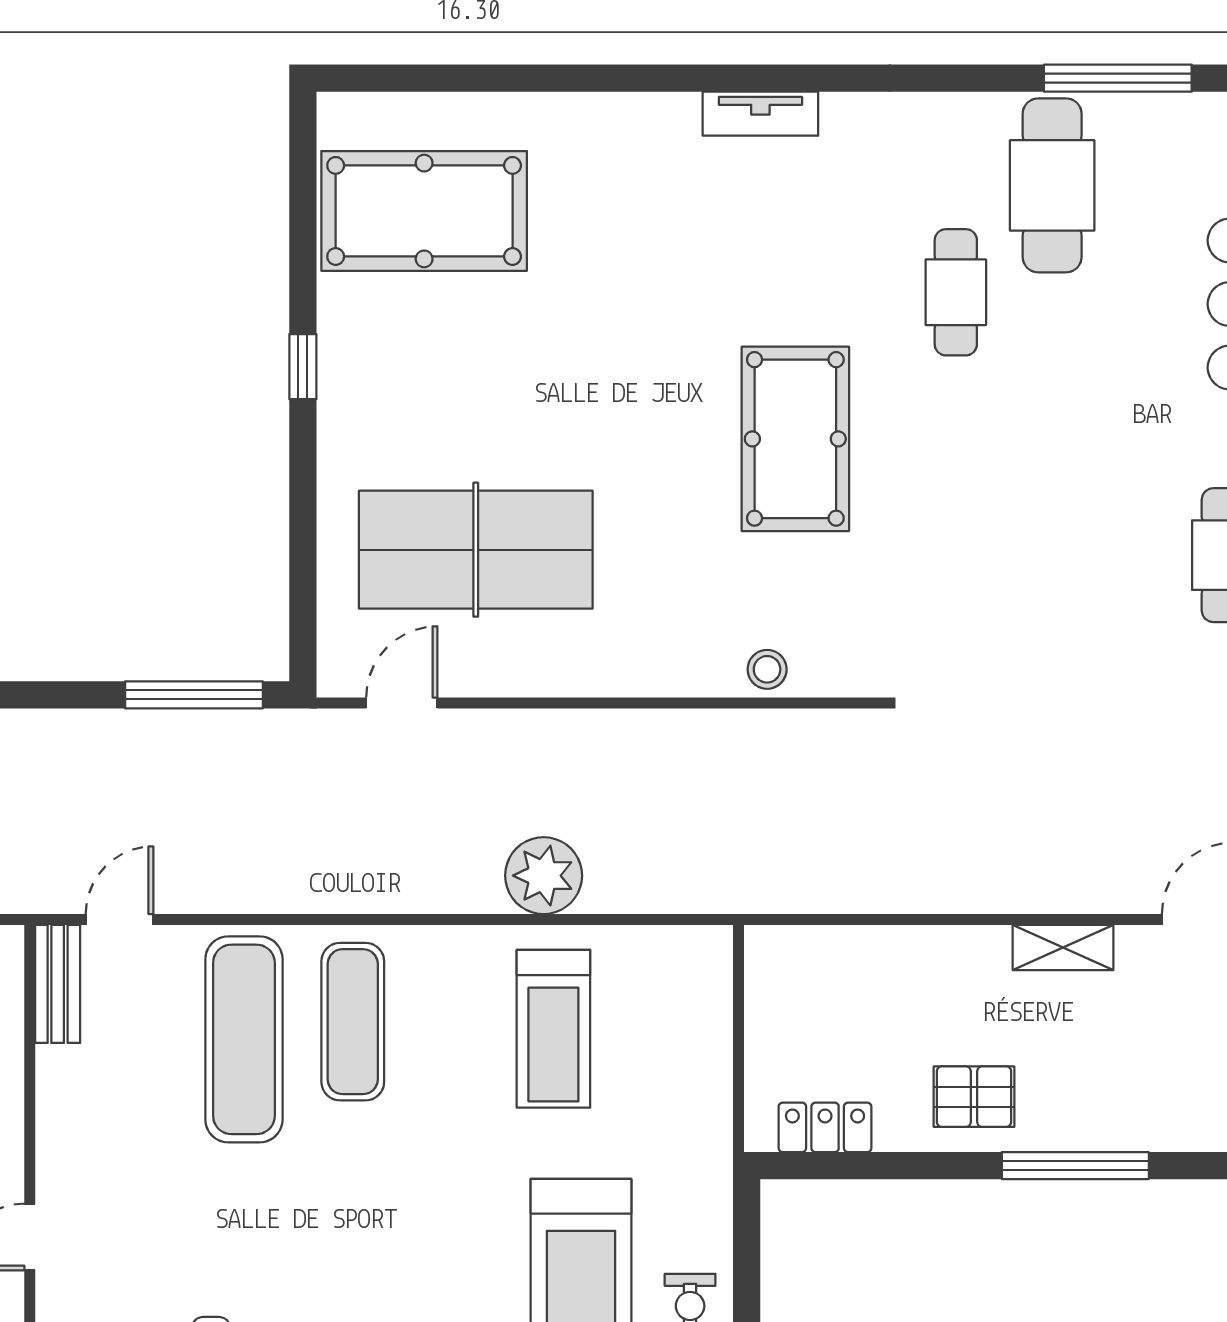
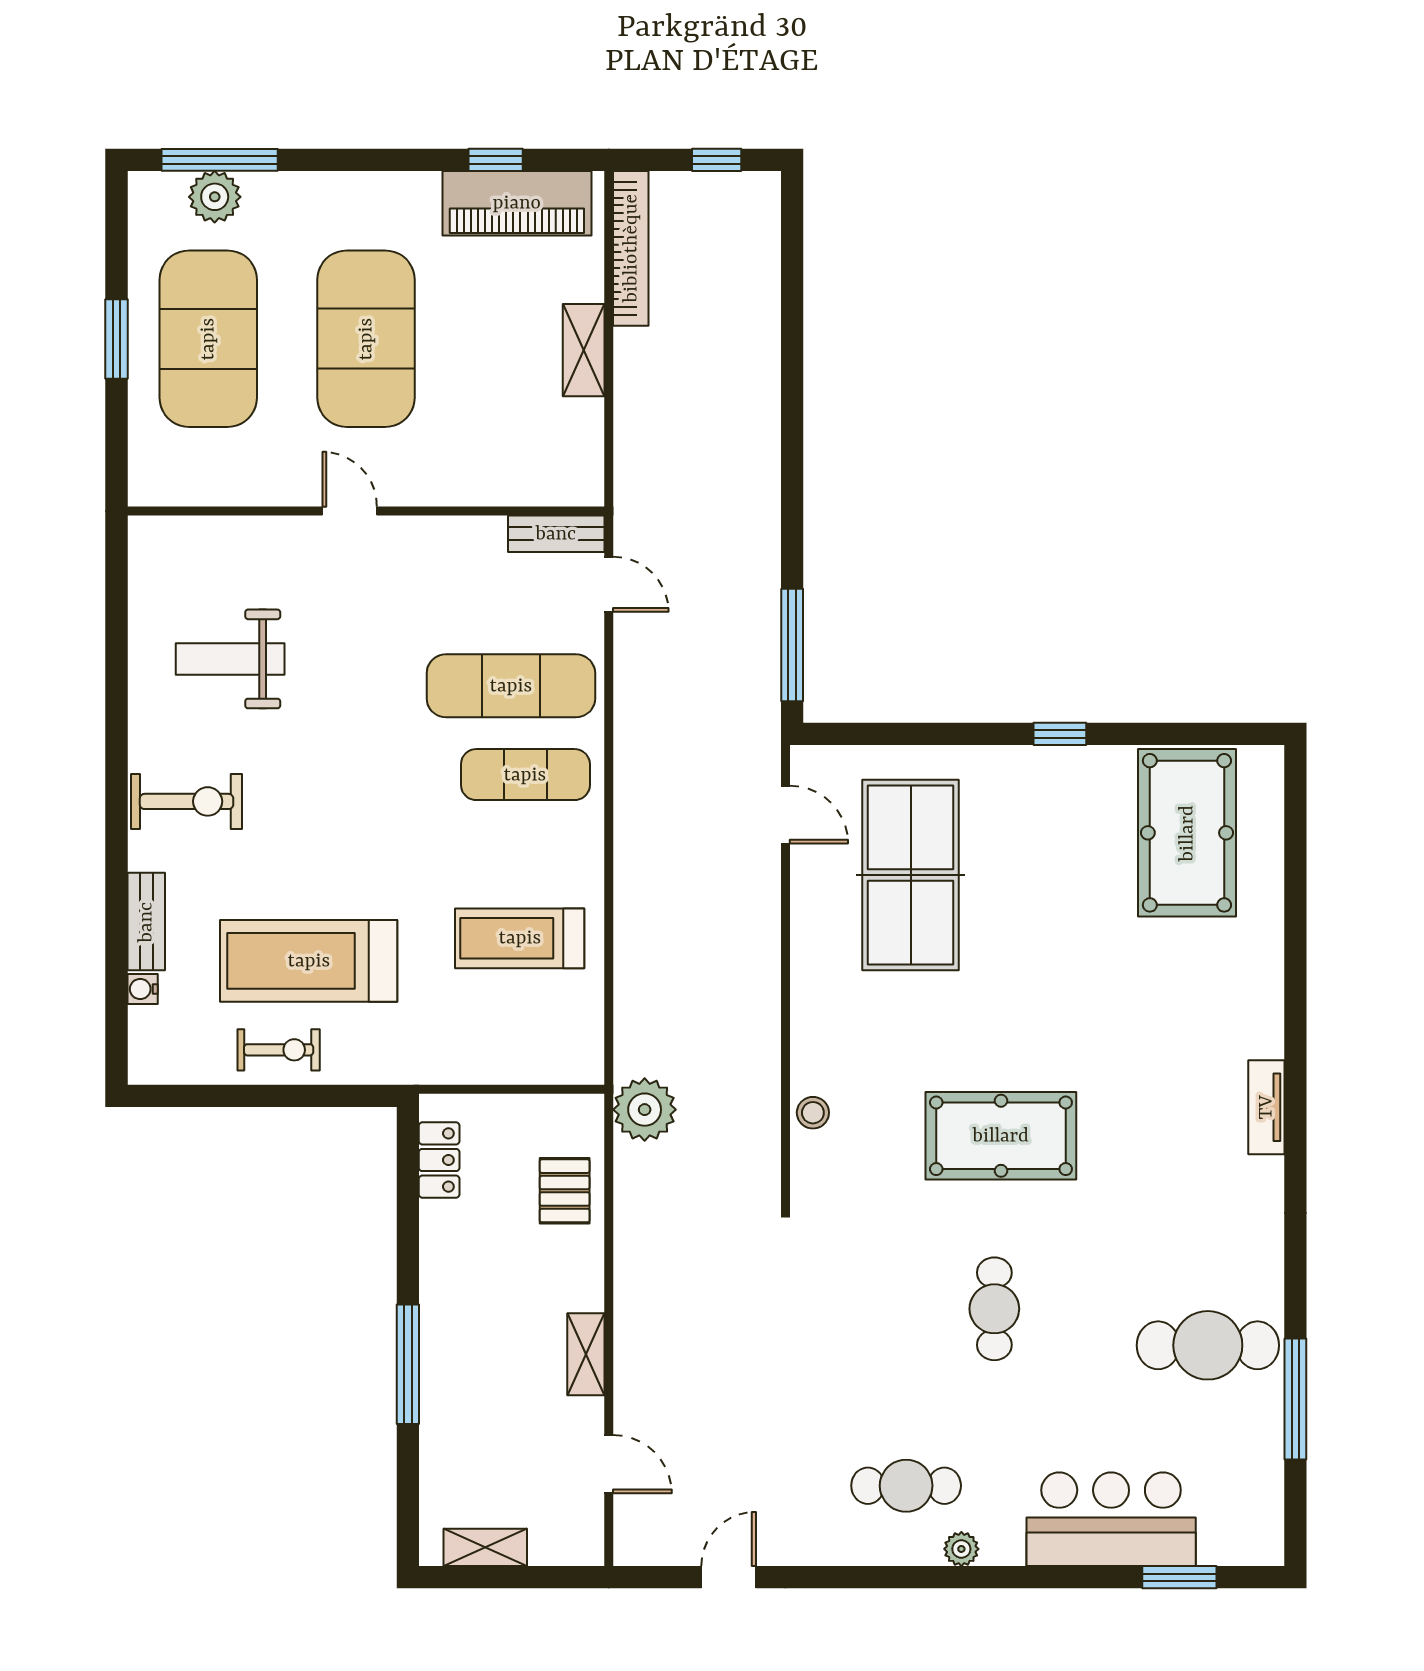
cafe table: (956, 292) -> (994, 1309), moved, turned 90
plant: (544, 876) -> (645, 1110), moved
pallet: (974, 1097) -> (565, 1191), moved

